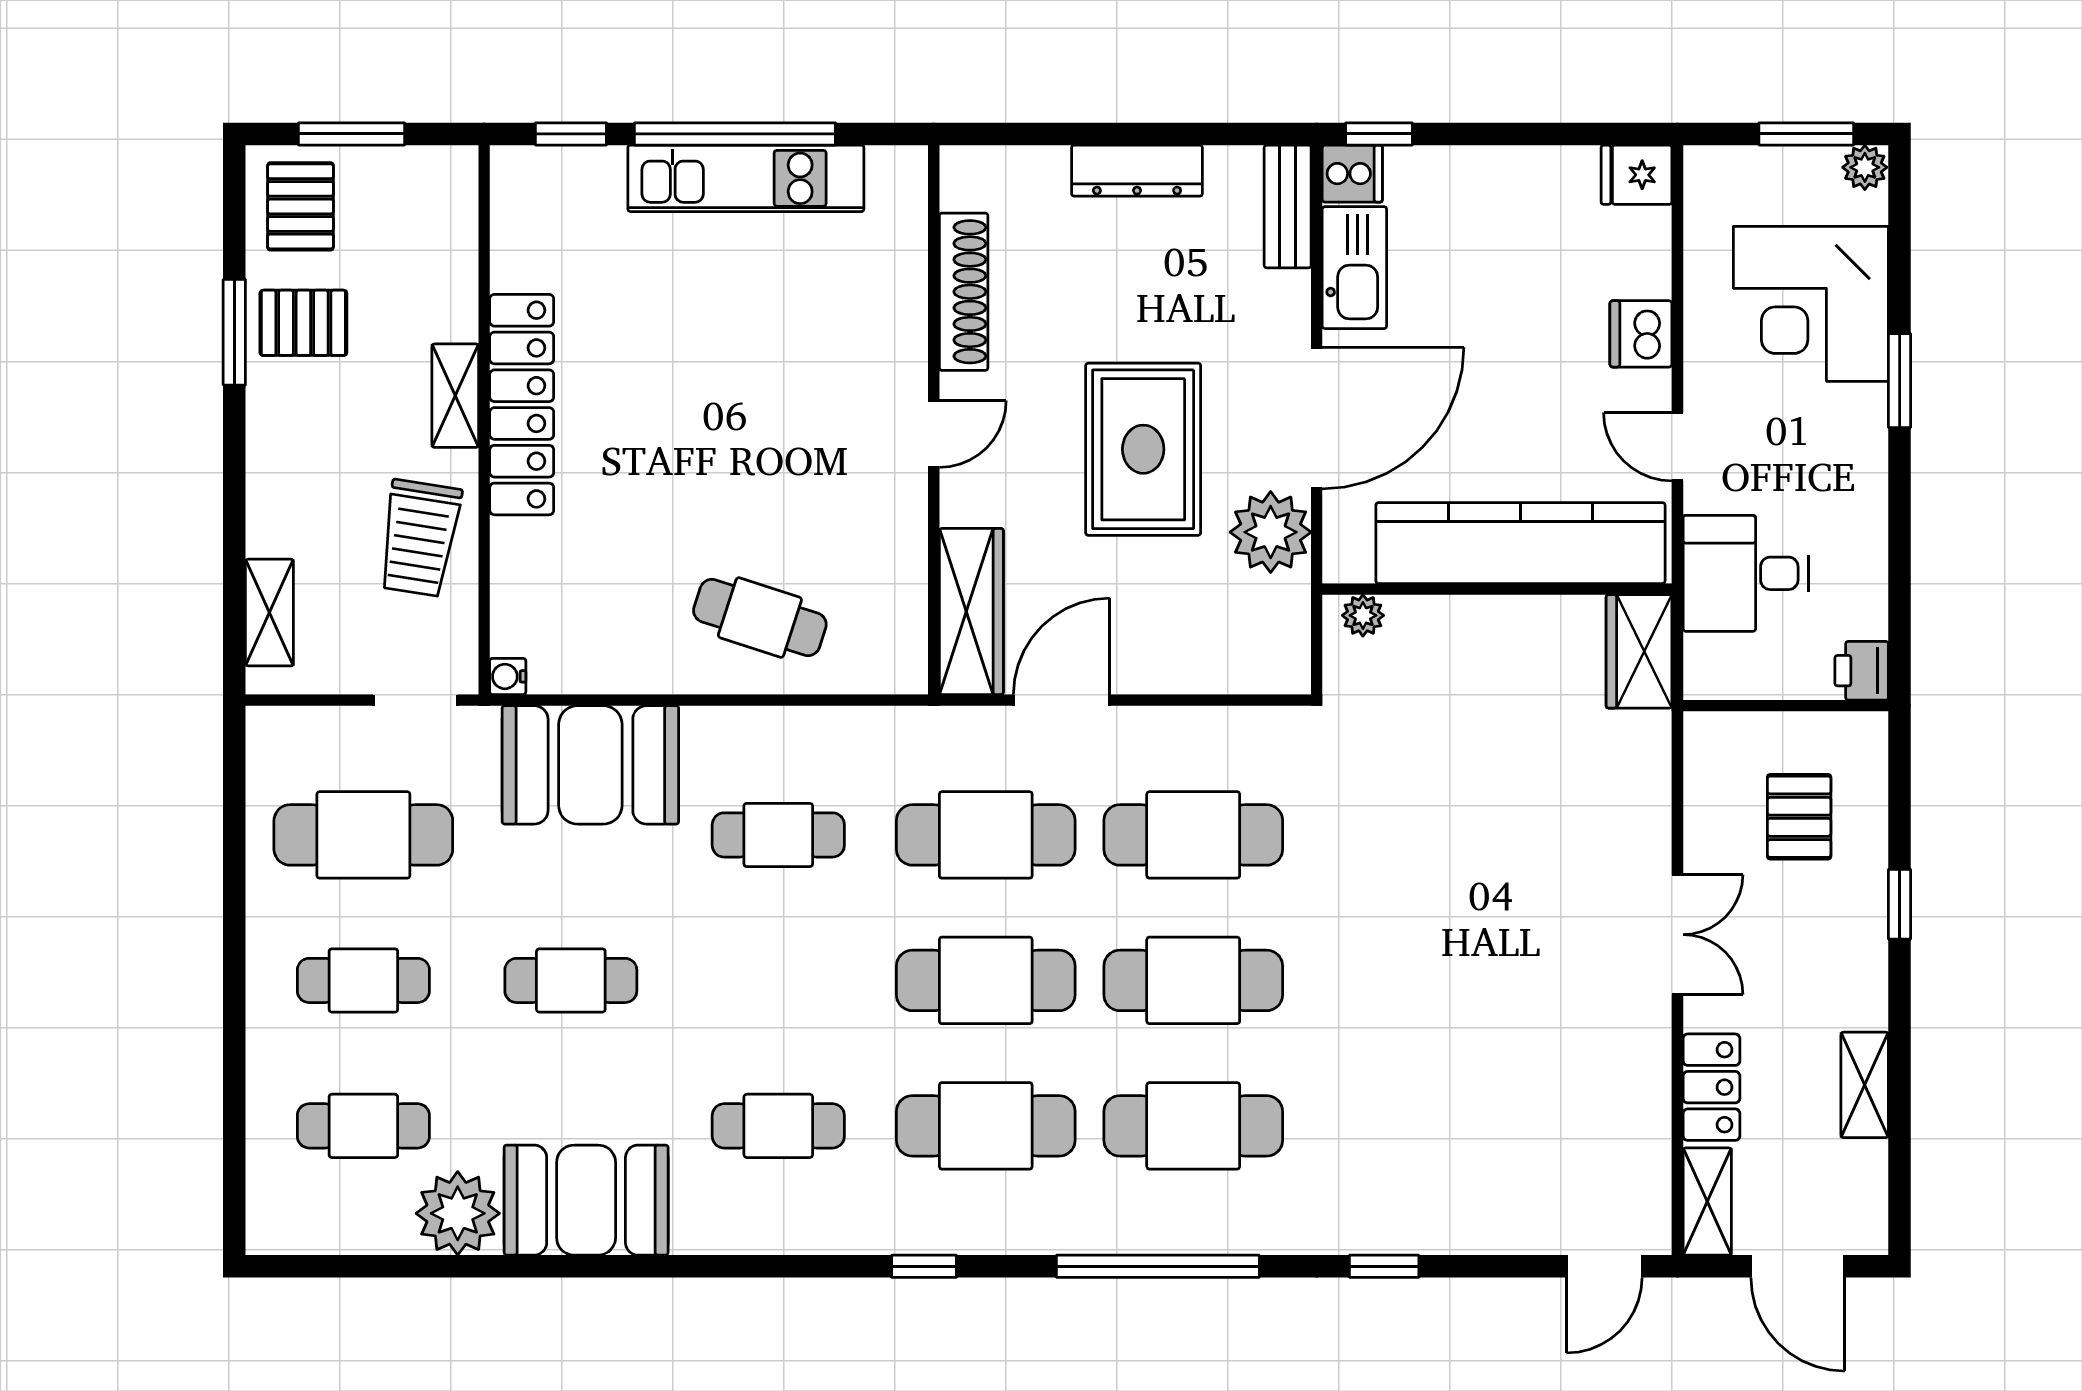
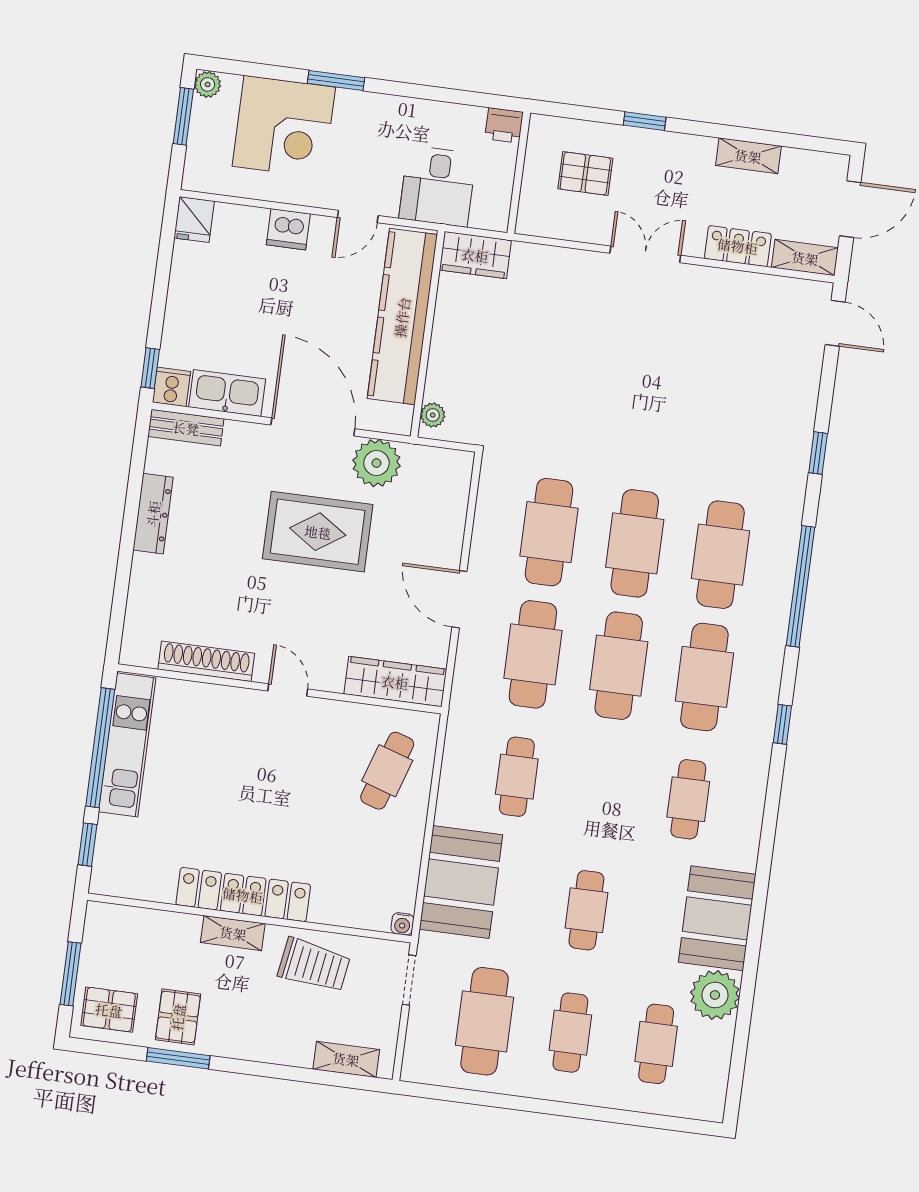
shoe rack: (964, 292) -> (206, 661), moved
wall: (934, 420) -> (279, 689), moved
door: (934, 434) -> (288, 690), moved
wardrobe: (971, 612) -> (395, 682), moved

